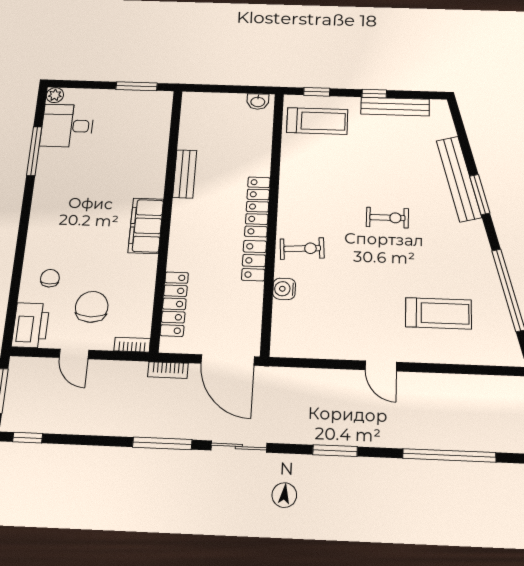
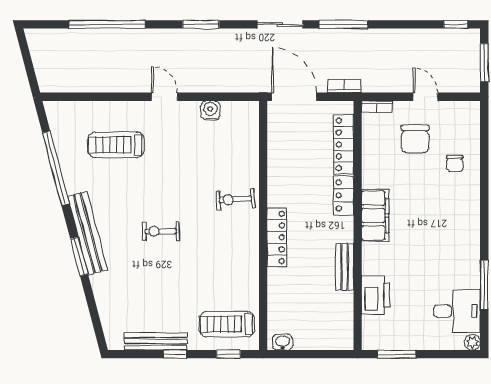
bench: (459, 179) -> (88, 233), moved
locker: (254, 261) -> (344, 195), moved, turned 180
water cooler: (284, 289) -> (210, 110), moved, turned -90
printer: (31, 325) -> (376, 295), moved, turned 180

